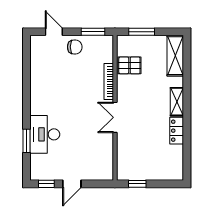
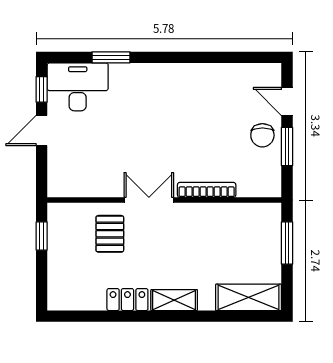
door: (54, 32) -> (287, 102), swing flipped
window: (93, 32) -> (287, 147), moved
pallet: (129, 65) -> (110, 234), moved
desk: (45, 134) -> (78, 87), moved
door: (72, 184) -> (42, 131), hinge flipped

